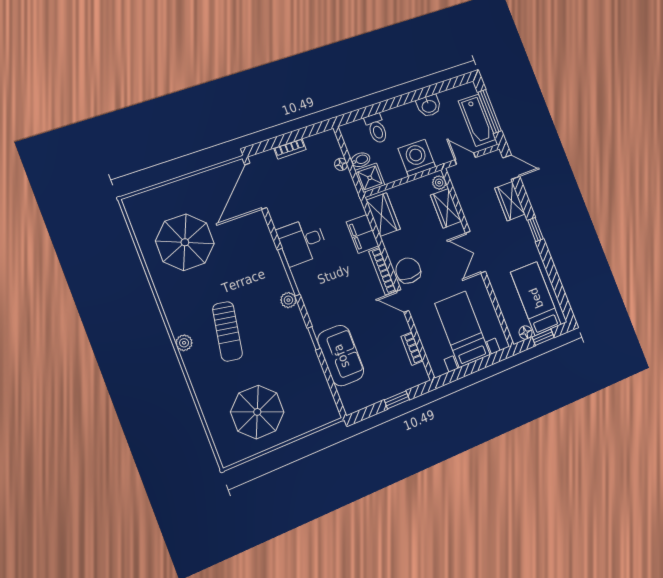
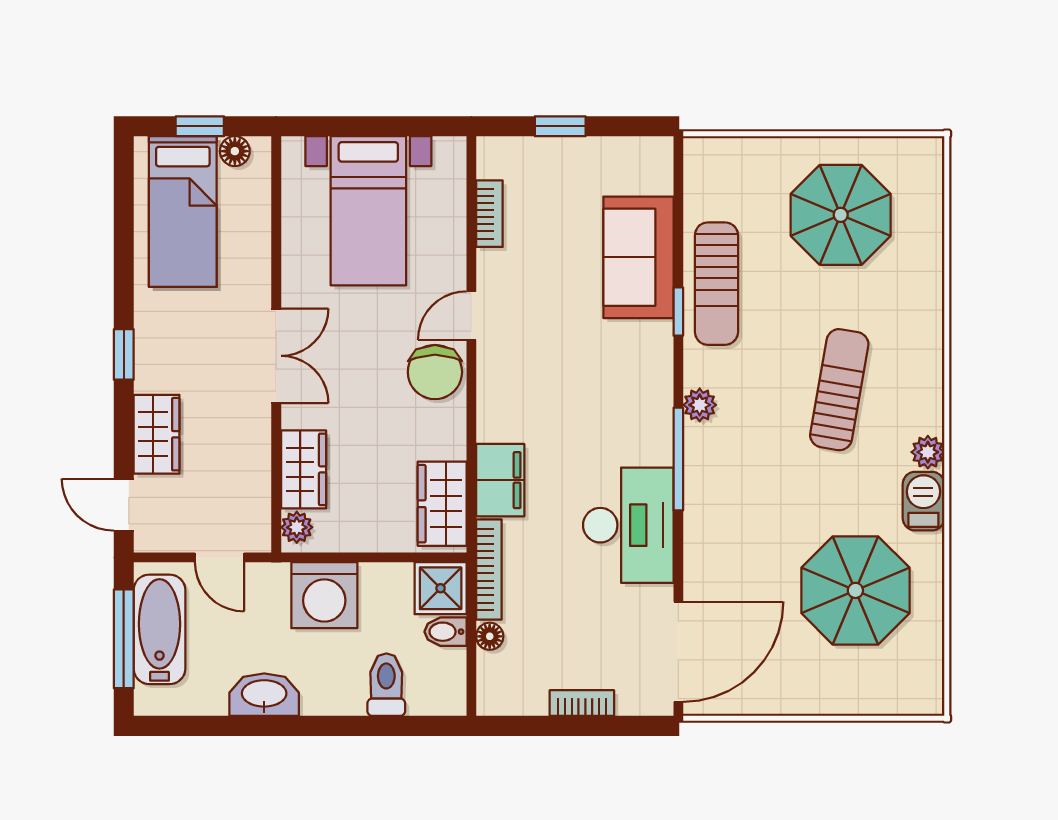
washbasin: (429, 106) -> (264, 695), width x1.38
desk: (302, 241) -> (628, 525), width x1.37
bookcase: (382, 271) -> (489, 570), moved
barbecue: (168, 295) -> (923, 501), added
door: (402, 301) -> (471, 316), swing flipped
plant: (184, 343) -> (928, 452), moved
sun lounger: (302, 358) -> (716, 284), added

